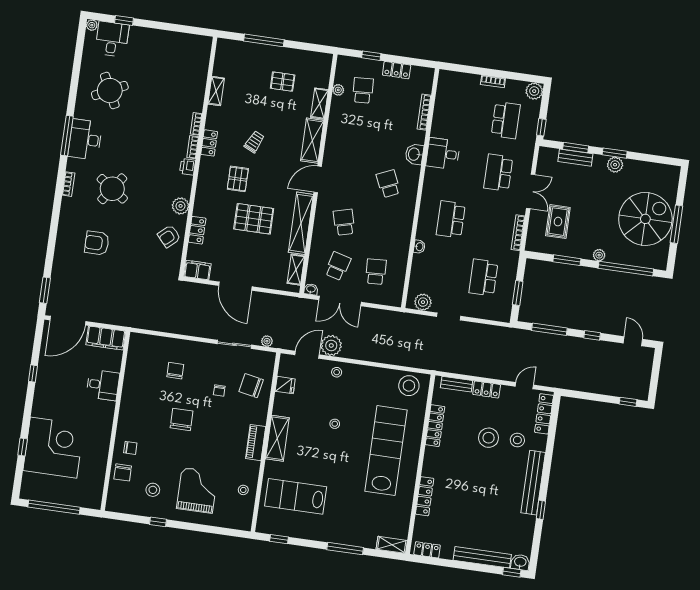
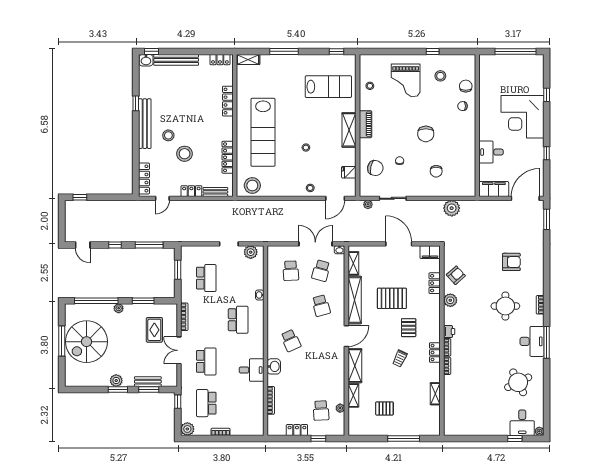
round table: (112, 189) -> (505, 306), turned -35
plant: (331, 345) -> (452, 208), moved
stool: (517, 440) -> (168, 135), moved
corner desk: (54, 448) -> (522, 117), moved

